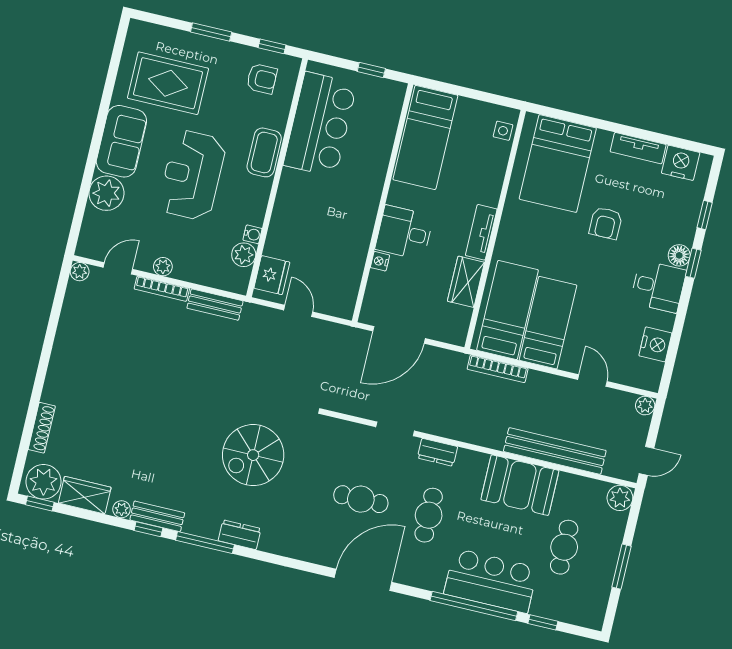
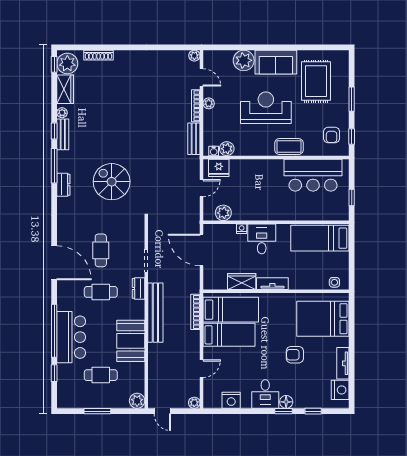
water cooler: (253, 234) -> (214, 151), moved
plant: (347, 285) -> (223, 213), added
bench: (555, 451) -> (155, 313), moved

